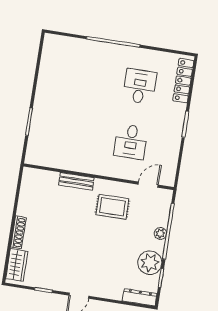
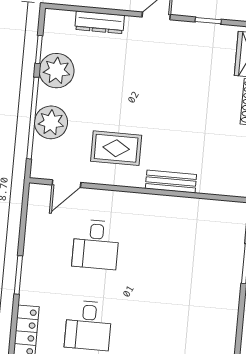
desk: (131, 142) -> (96, 244), turned 180
plant: (160, 233) -> (51, 122), width x1.88, depth x1.88
dresser: (140, 297) -> (100, 22), moved

